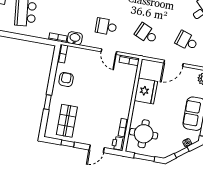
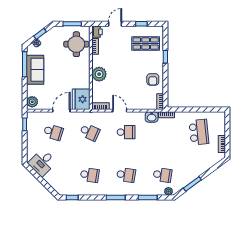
fridge: (146, 91) -> (81, 99), moved
plant: (124, 96) -> (99, 74), added
shop shelf: (67, 121) -> (146, 44), turned 90

